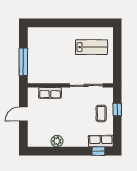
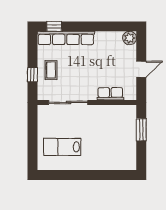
window: (23, 62) -> (141, 130), width x0.69
plant: (57, 141) -> (130, 38), moved
row of seats: (101, 141) -> (66, 38), width x2.02

